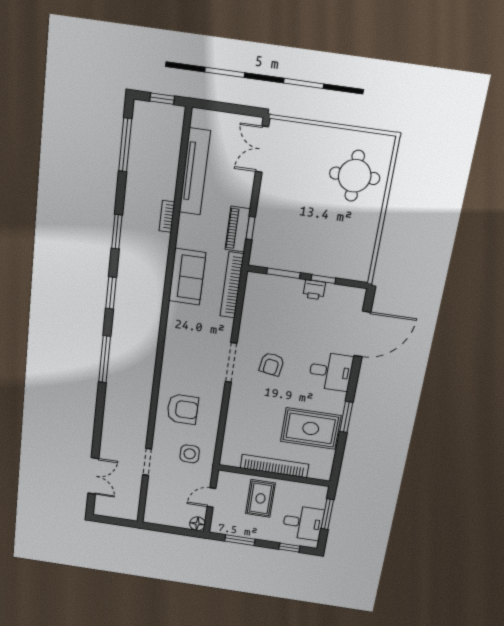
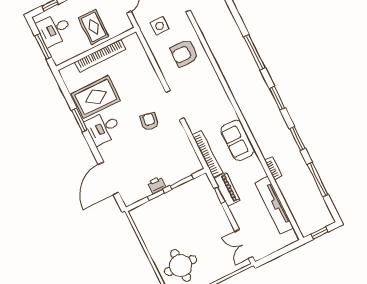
window: (125, 145) -> (318, 180), moved
double door: (262, 149) -> (244, 244), swing flipped
desk: (331, 371) -> (103, 128), moved

